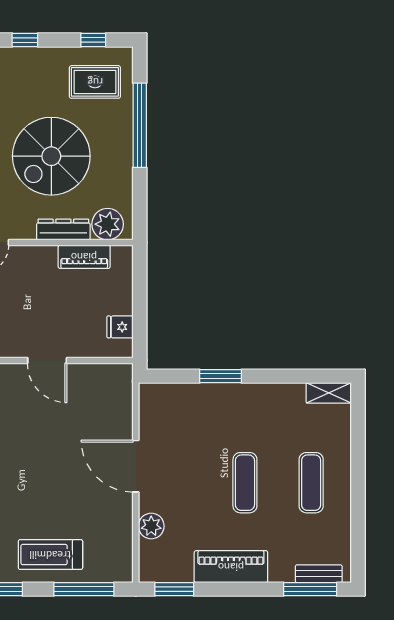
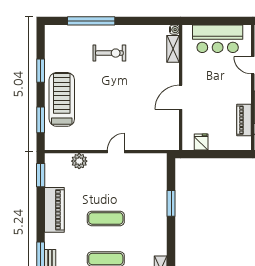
door: (136, 466) -> (116, 152), width x0.53
treadmill: (50, 555) -> (62, 99), width x1.37, depth x1.37
window: (84, 589) -> (41, 120), width x0.69

